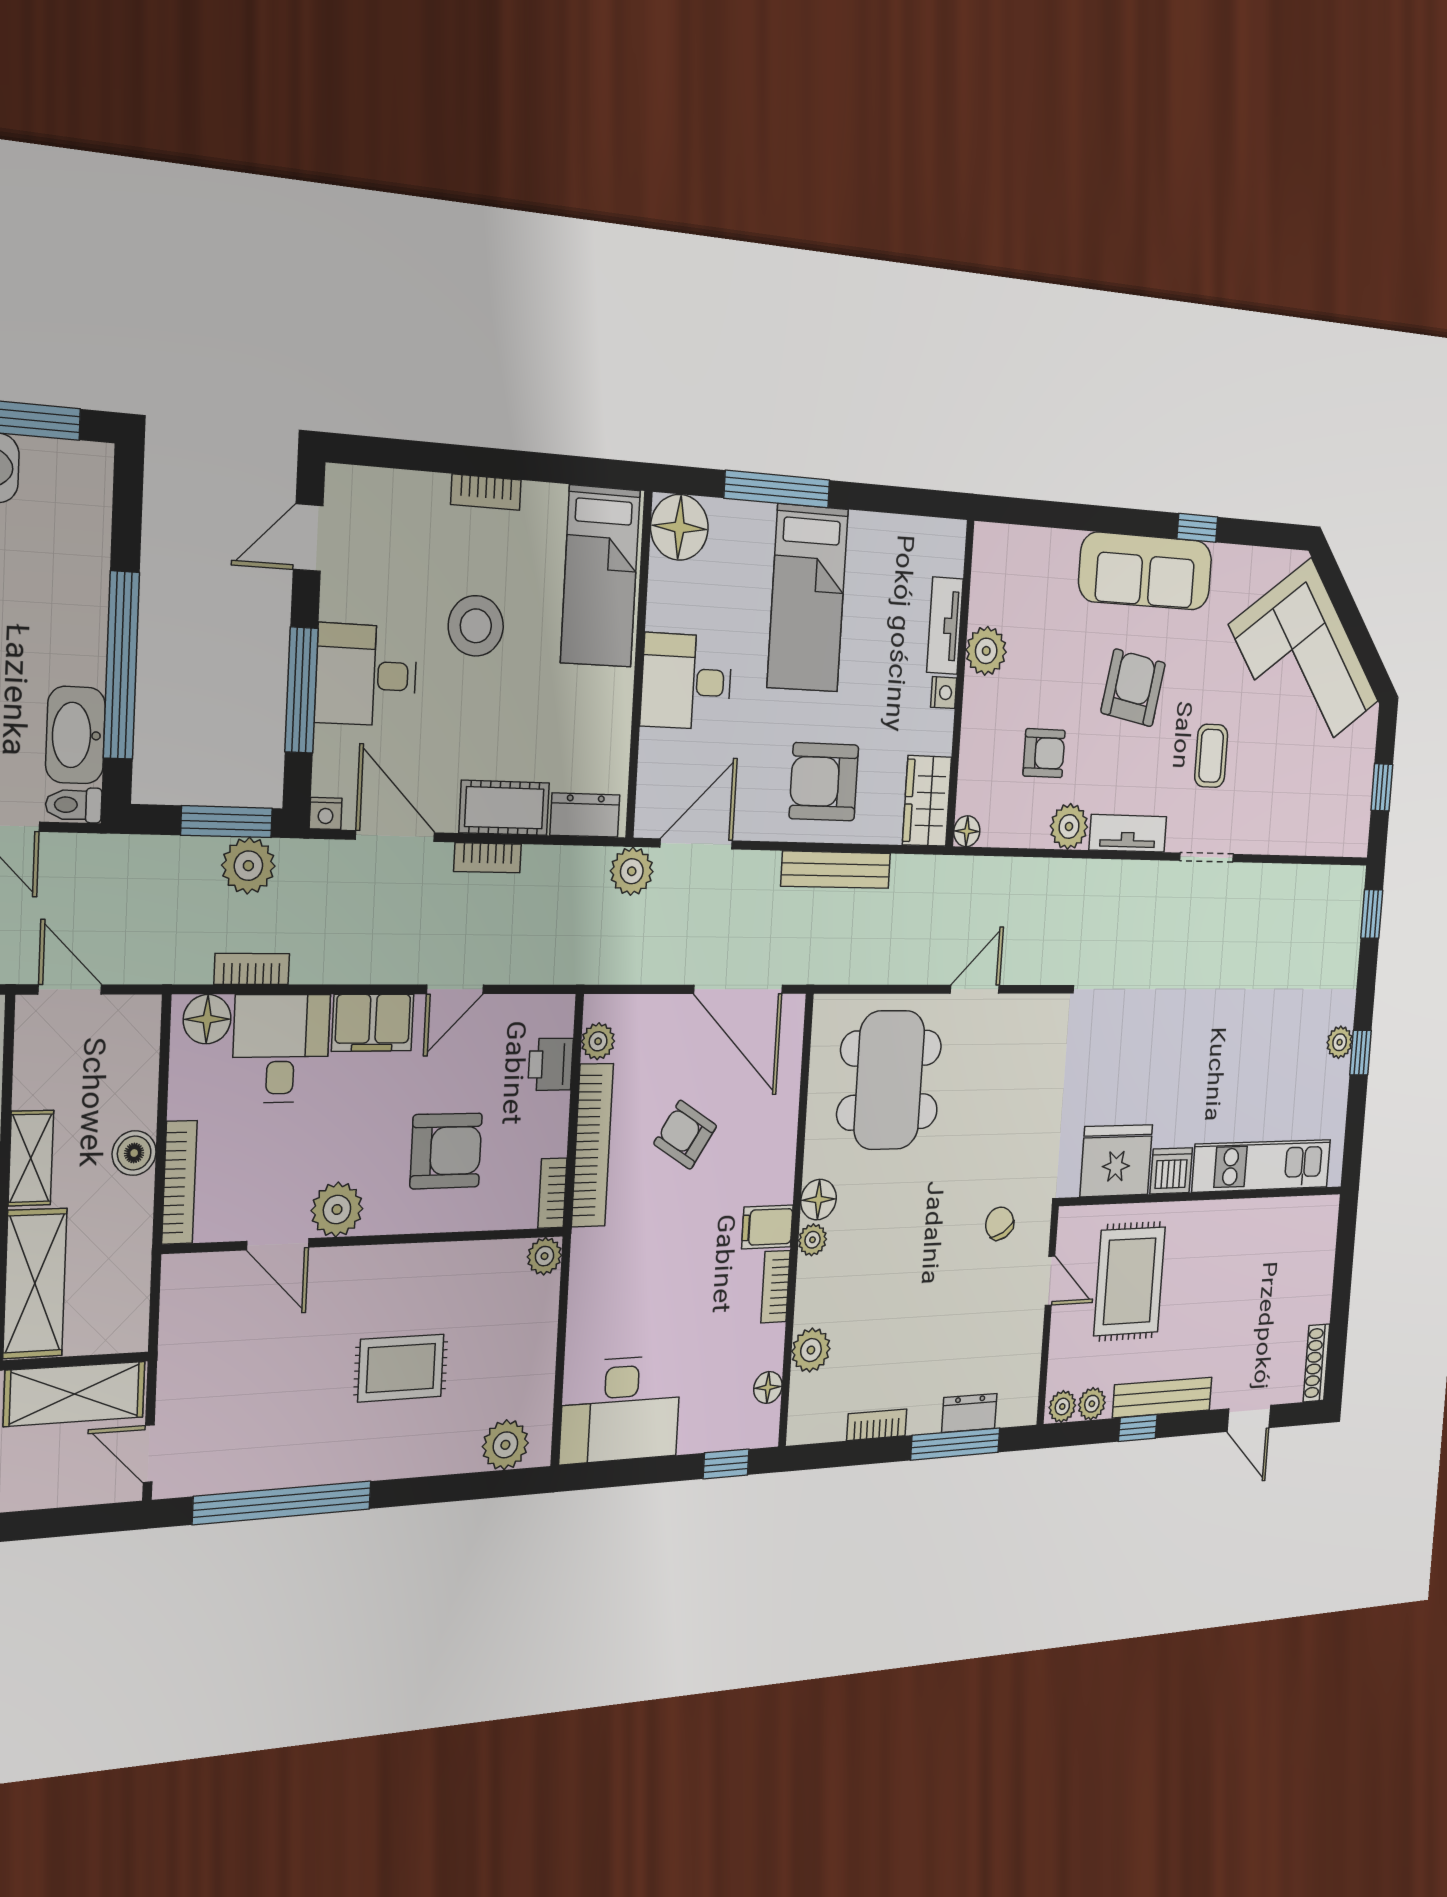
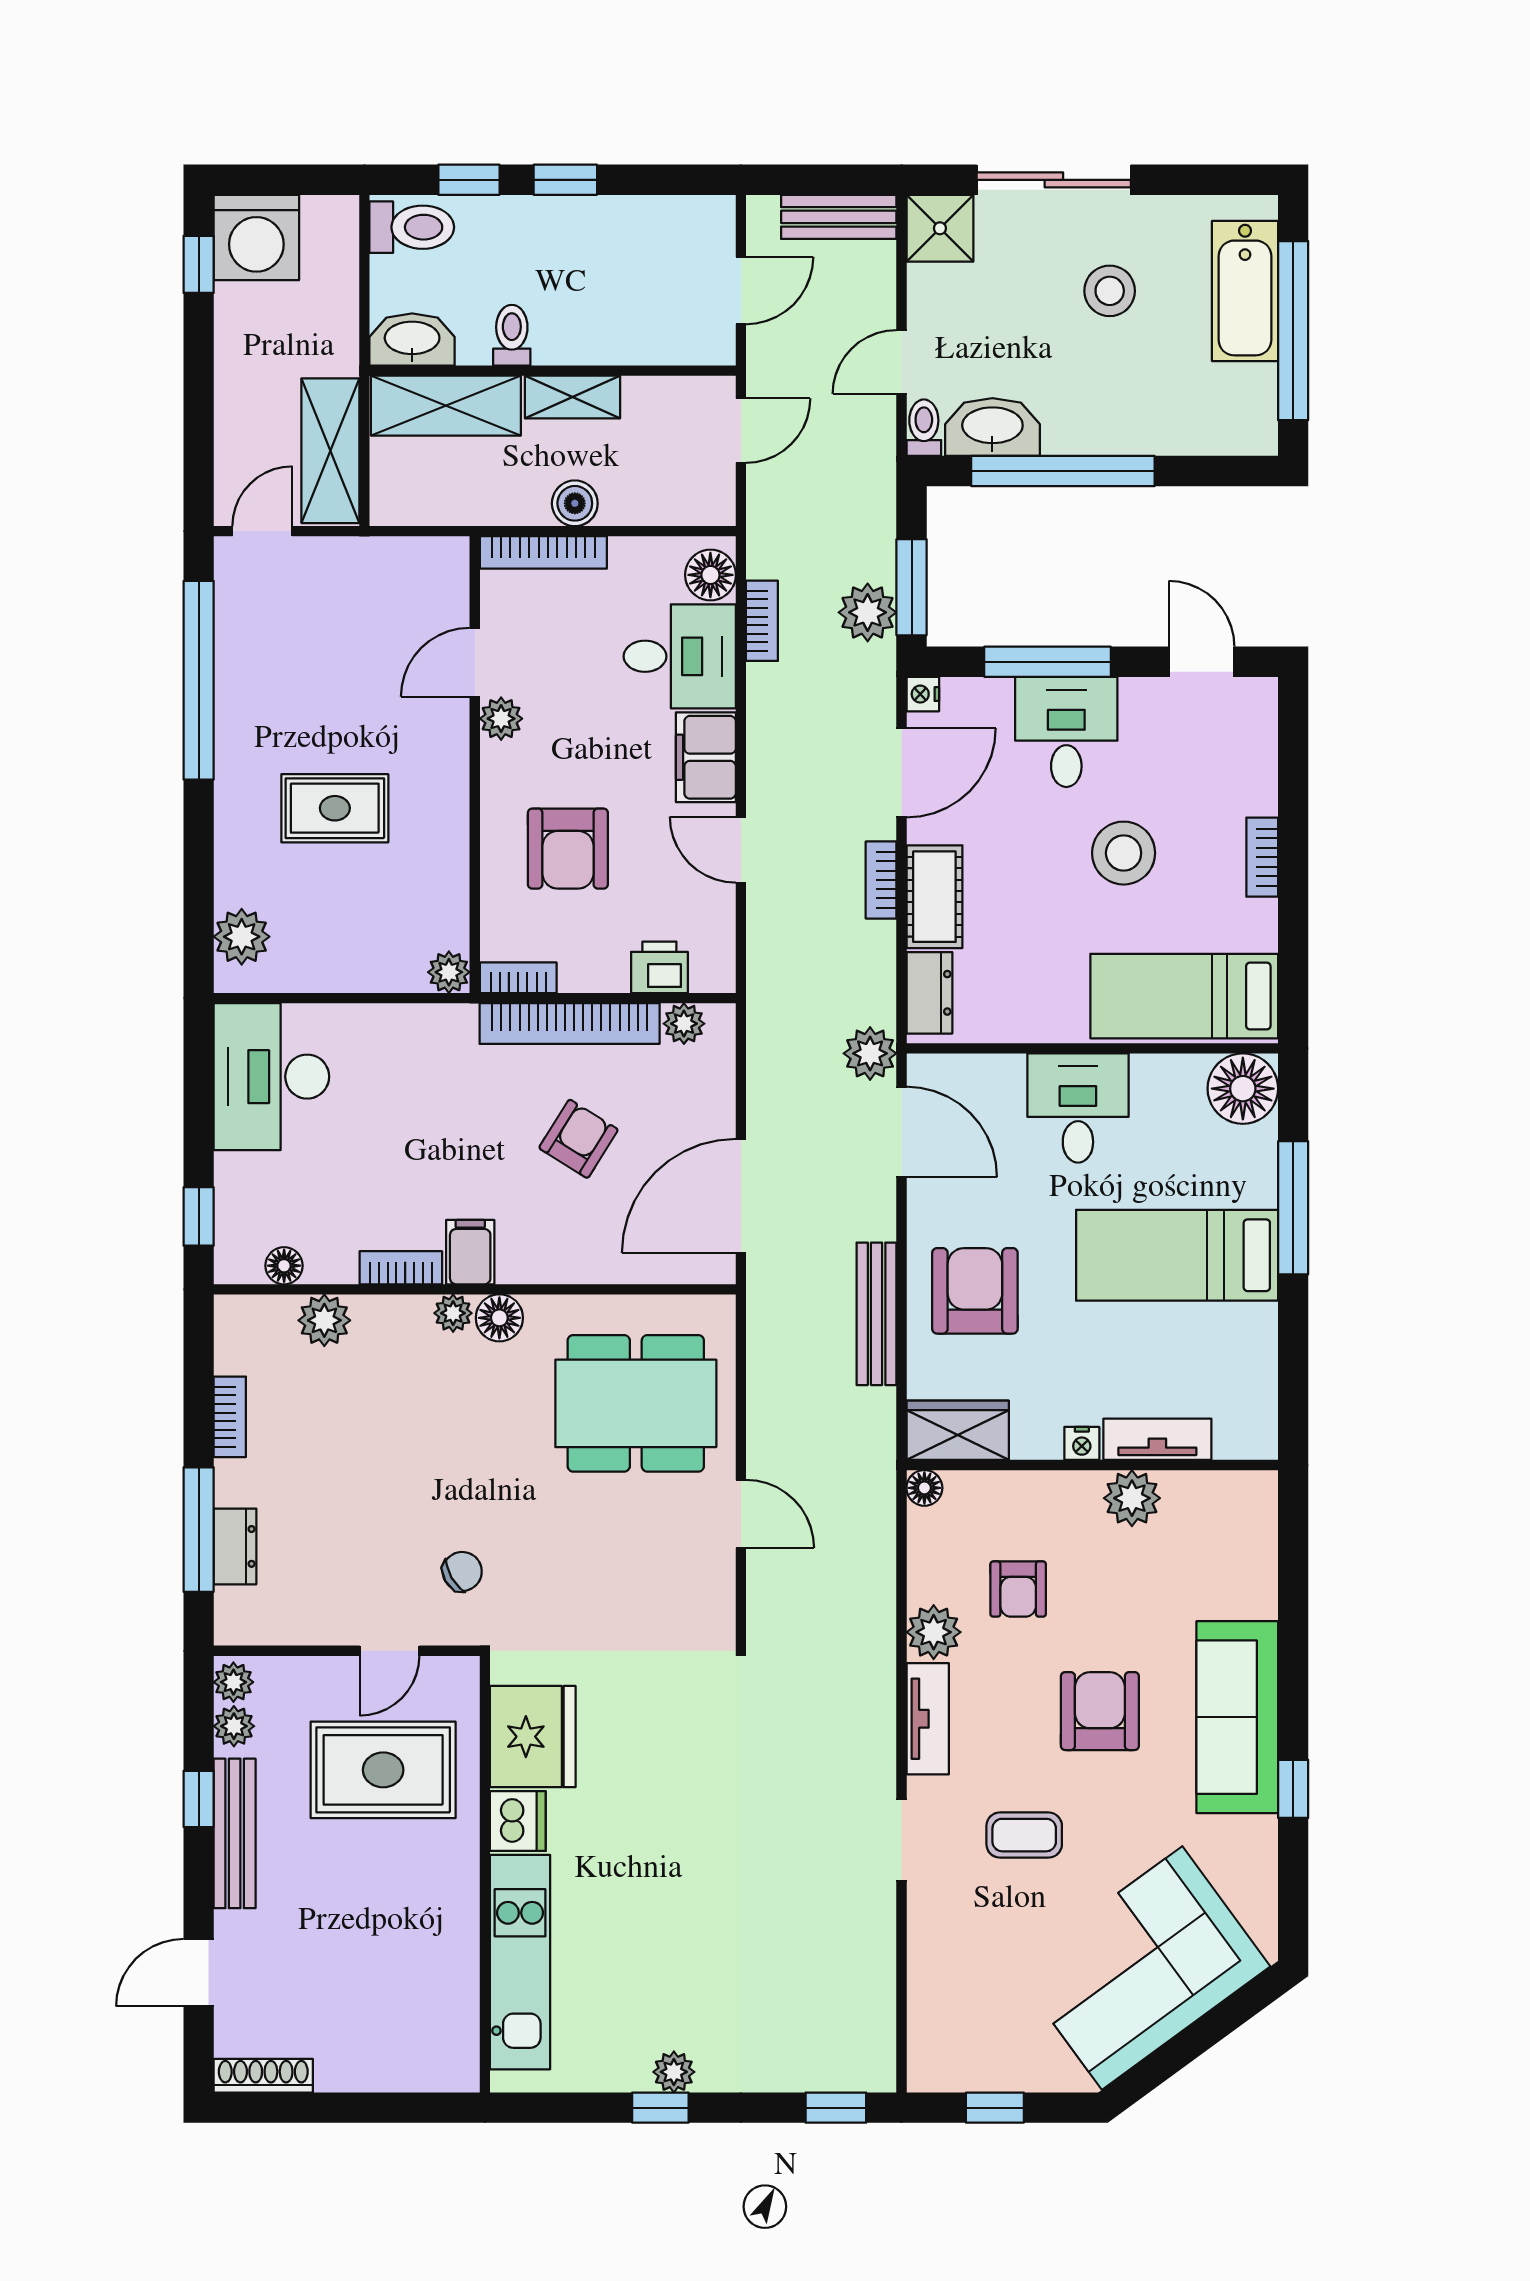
armchair: (1133, 688) -> (1100, 1711), turned -100
plant: (337, 1210) -> (501, 719), width x0.73, depth x0.73
rug: (401, 1368) -> (335, 808), turned 90

